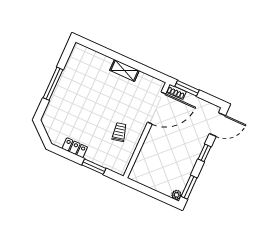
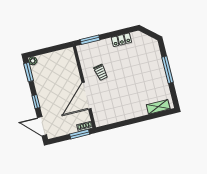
shelving: (124, 70) -> (158, 107), moved
door: (157, 108) -> (86, 96), moved
door: (217, 125) -> (42, 126), hinge flipped
window: (94, 167) -> (90, 40), moved

